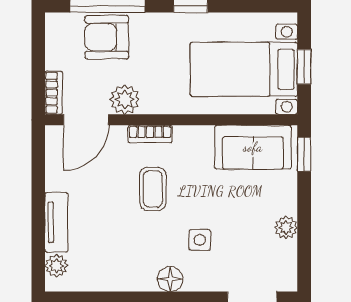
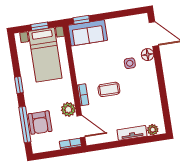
sofa: (253, 147) -> (88, 33), moved, turned 90
plant: (286, 227) -> (118, 23), removed
floor lamp: (170, 279) -> (148, 55), moved

